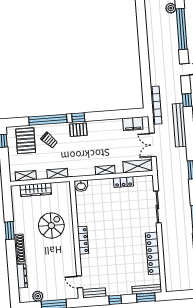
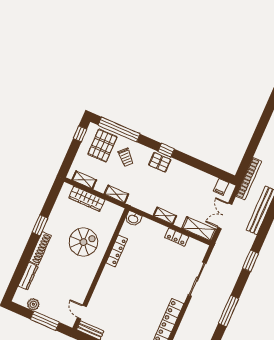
window: (48, 120) -> (119, 130), moved
filing cabinet: (133, 124) -> (221, 187), width x0.50
locker: (83, 240) -> (117, 251), moved

